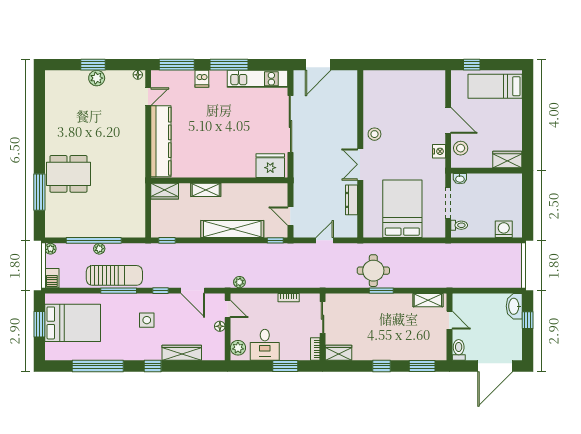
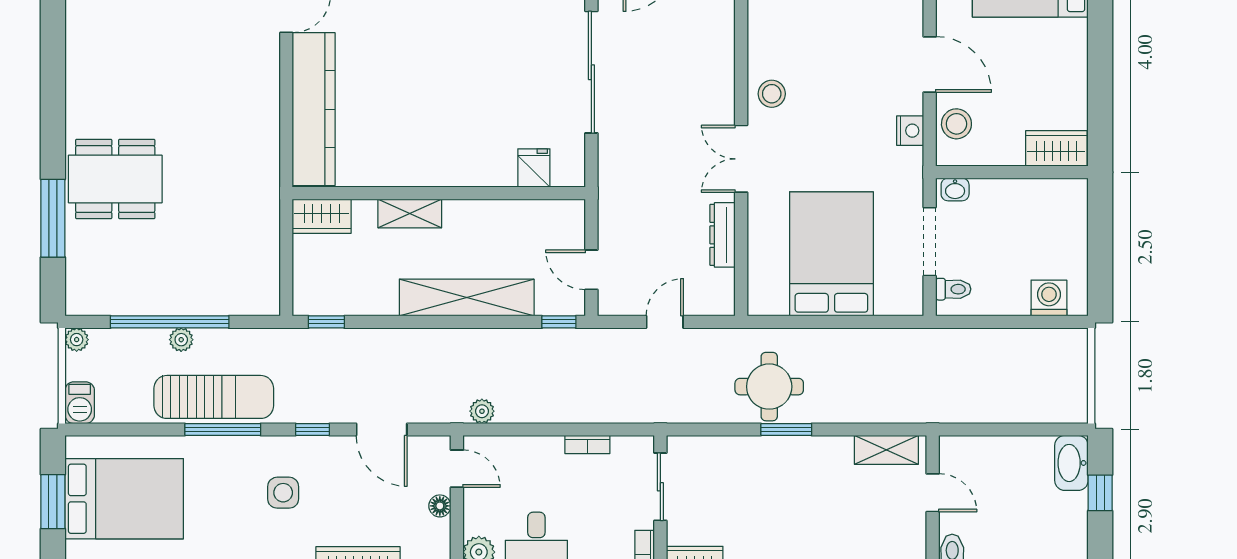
fridge: (270, 166) -> (534, 168), width x0.53, depth x0.75

